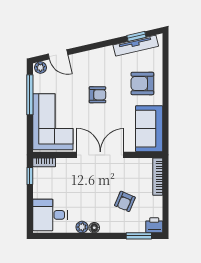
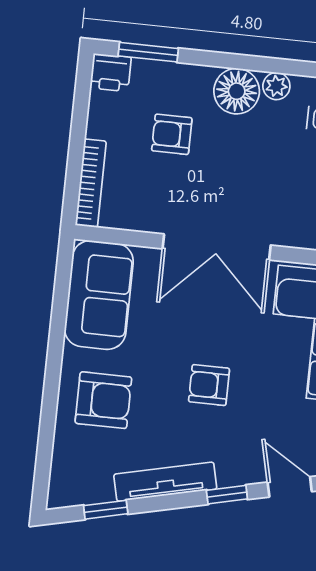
tv unit: (136, 46) -> (165, 482), moved
window: (85, 48) -> (227, 495), added
armchair: (125, 201) -> (172, 134), turned -113
floor lamp: (94, 228) -> (237, 91), width x1.89, depth x1.89

